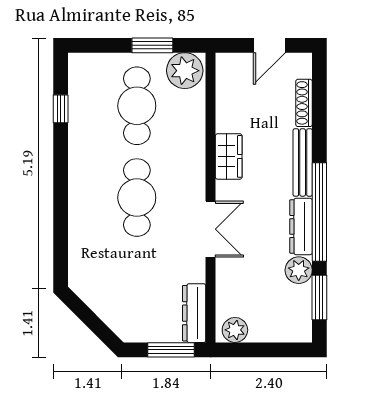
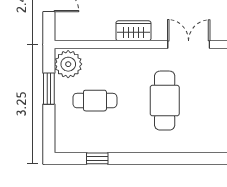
cafe table: (137, 106) -> (95, 101), width x0.73, depth x0.74
cafe table: (137, 198) -> (165, 101), turned 90

